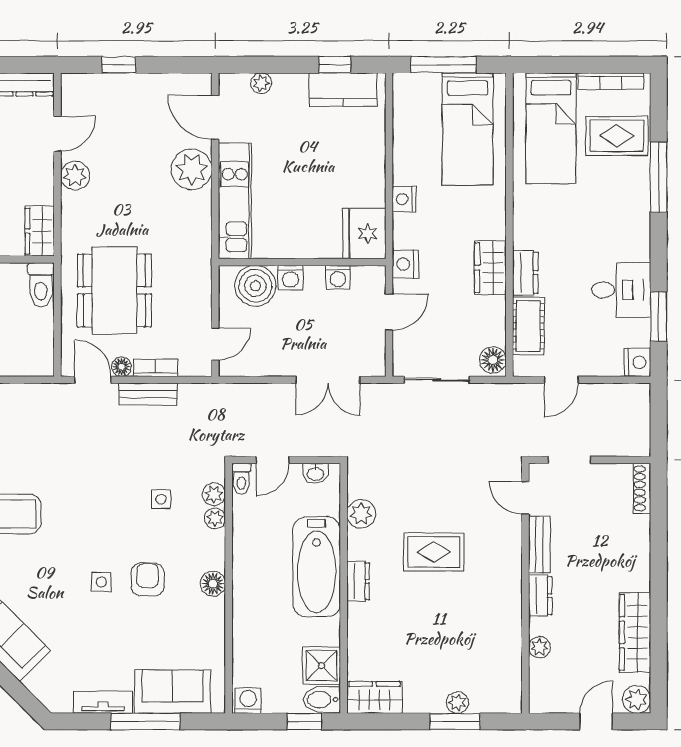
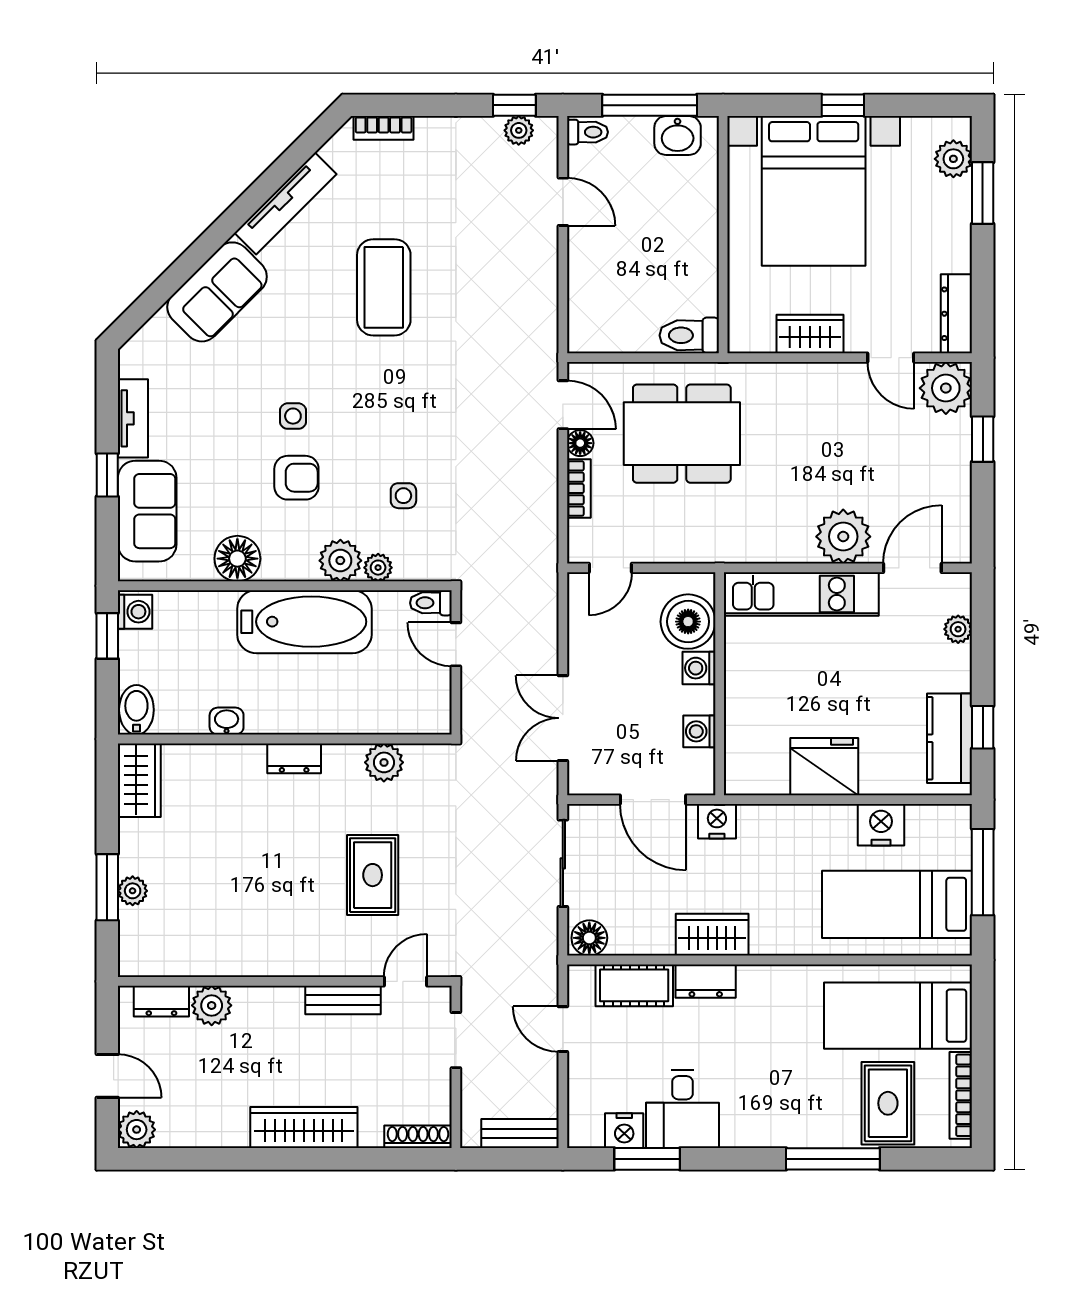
plant: (75, 176) -> (946, 388), moved, width x1.36, depth x1.36
nightstand: (404, 199) -> (881, 825), moved, width x1.36, depth x1.33
wardrobe: (40, 231) -> (810, 334), moved
fridge: (364, 233) -> (824, 767), moved
door: (389, 312) -> (653, 800), width x1.38
door: (215, 344) -> (610, 568), hinge flipped
nightstand: (637, 362) -> (624, 1131), moved
door: (93, 380) -> (563, 405), hinge flipped
bench: (148, 394) -> (520, 1133), moved, turned 90
washbasin: (315, 473) -> (227, 721), moved, turned 90
plant: (214, 494) -> (340, 561), moved, width x1.38, depth x1.38
rug: (434, 552) -> (373, 875), moved
bathtub: (317, 567) -> (304, 622), moved, turned 180
floor lamp: (213, 584) -> (237, 559), moved, width x1.38, depth x1.38
dresser: (540, 596) -> (161, 1001), moved
wardrobe: (635, 632) -> (304, 1128), moved
plant: (539, 647) -> (212, 1005), width x1.38, depth x1.38
shower: (321, 666) -> (182, 710), removed
window: (145, 721) -> (107, 475), width x0.46
window: (304, 721) -> (107, 636), moved

